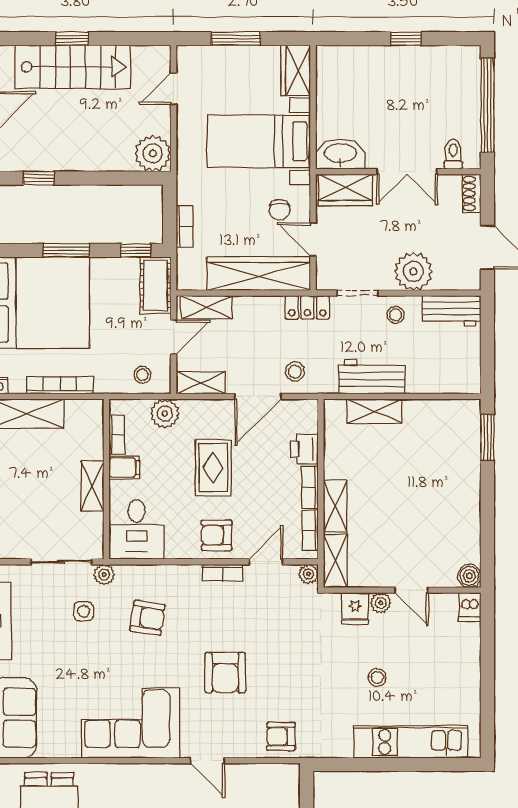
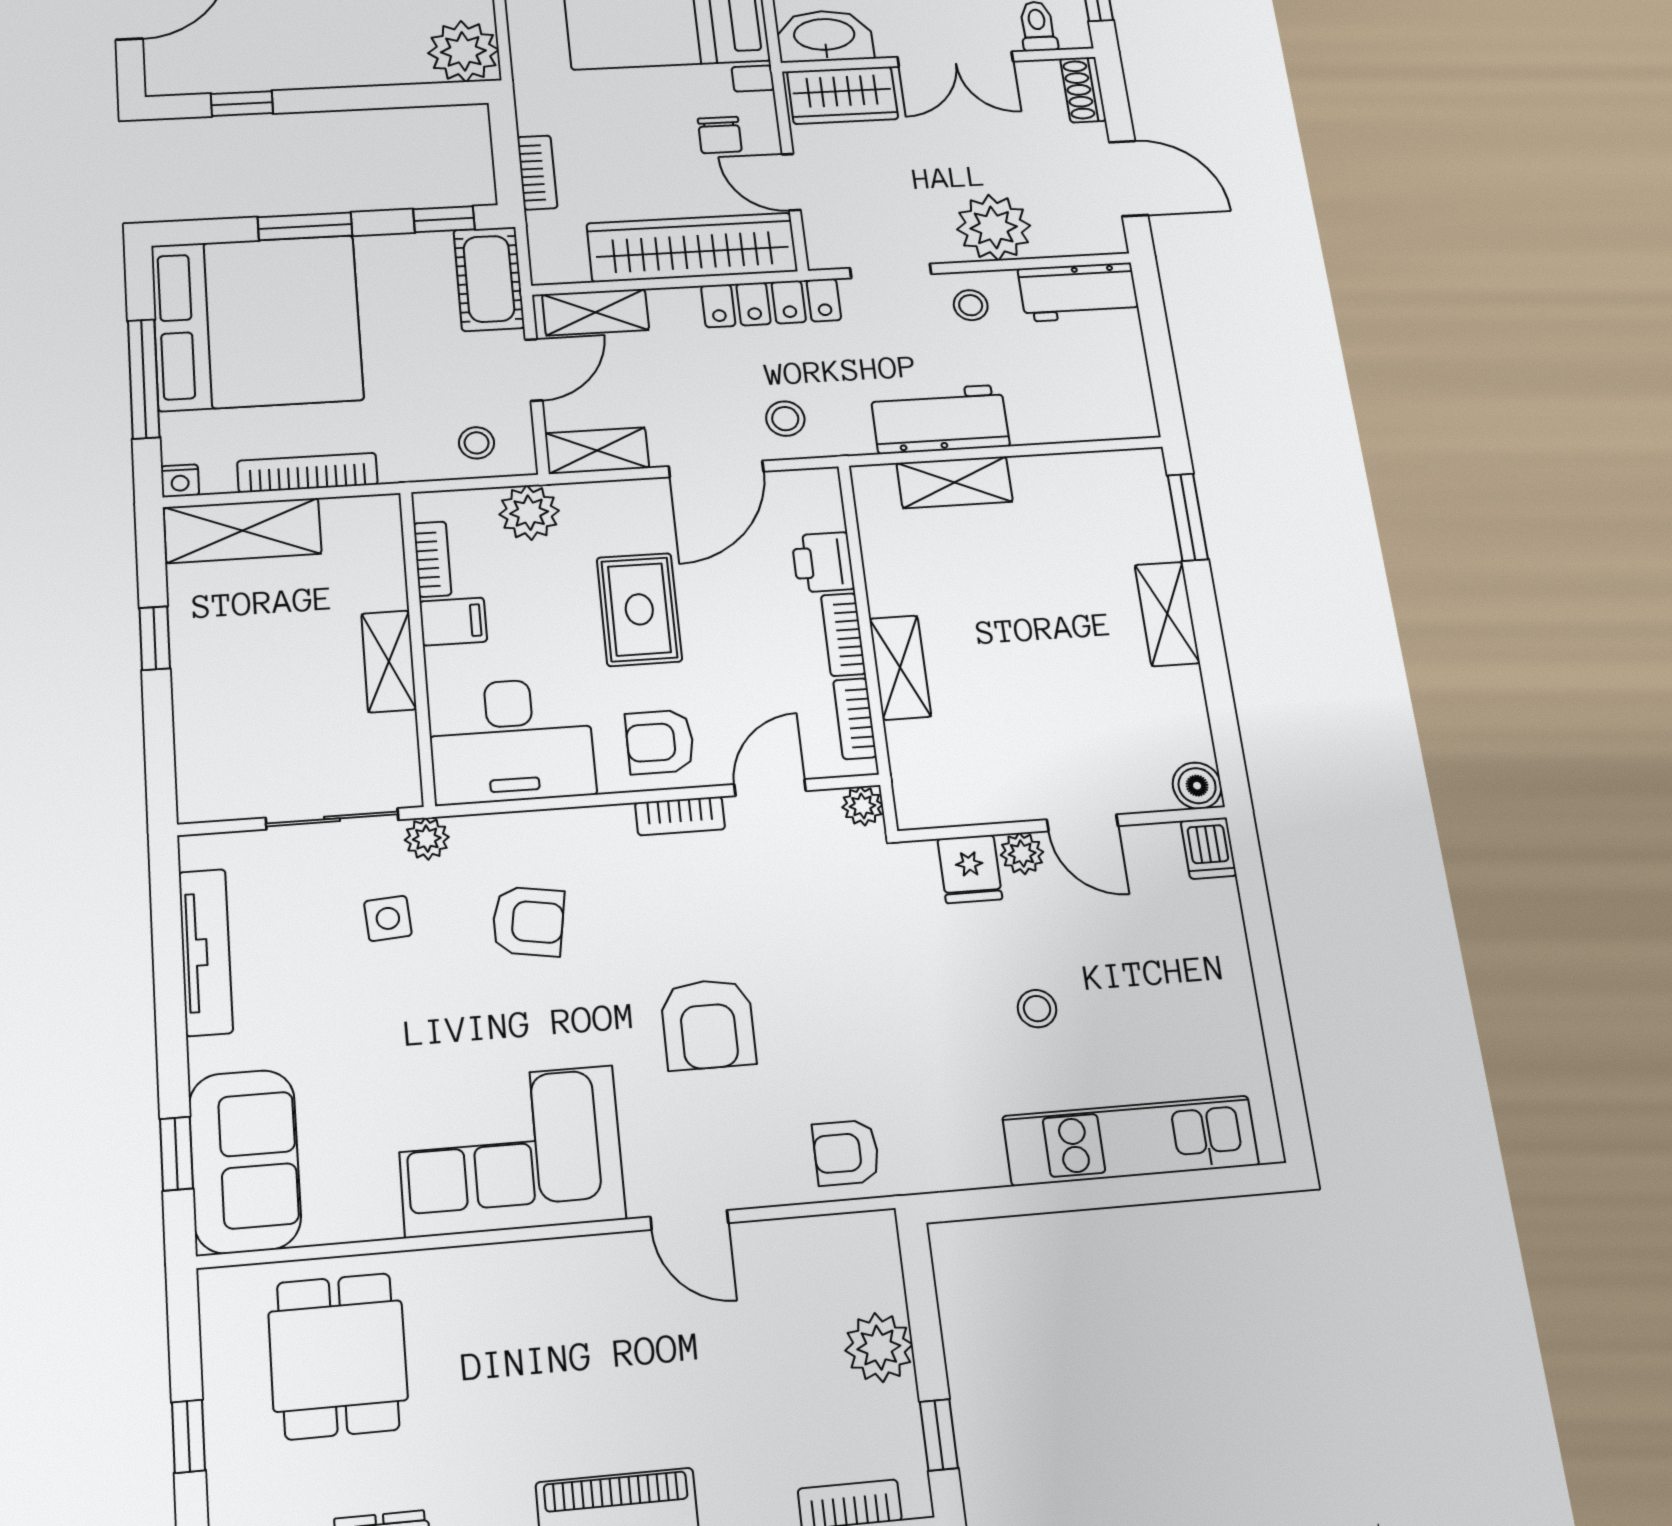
locker: (307, 307) -> (771, 303), width x1.53
desk: (137, 529) -> (511, 740), width x1.37
shelving: (335, 561) -> (1167, 614), moved

